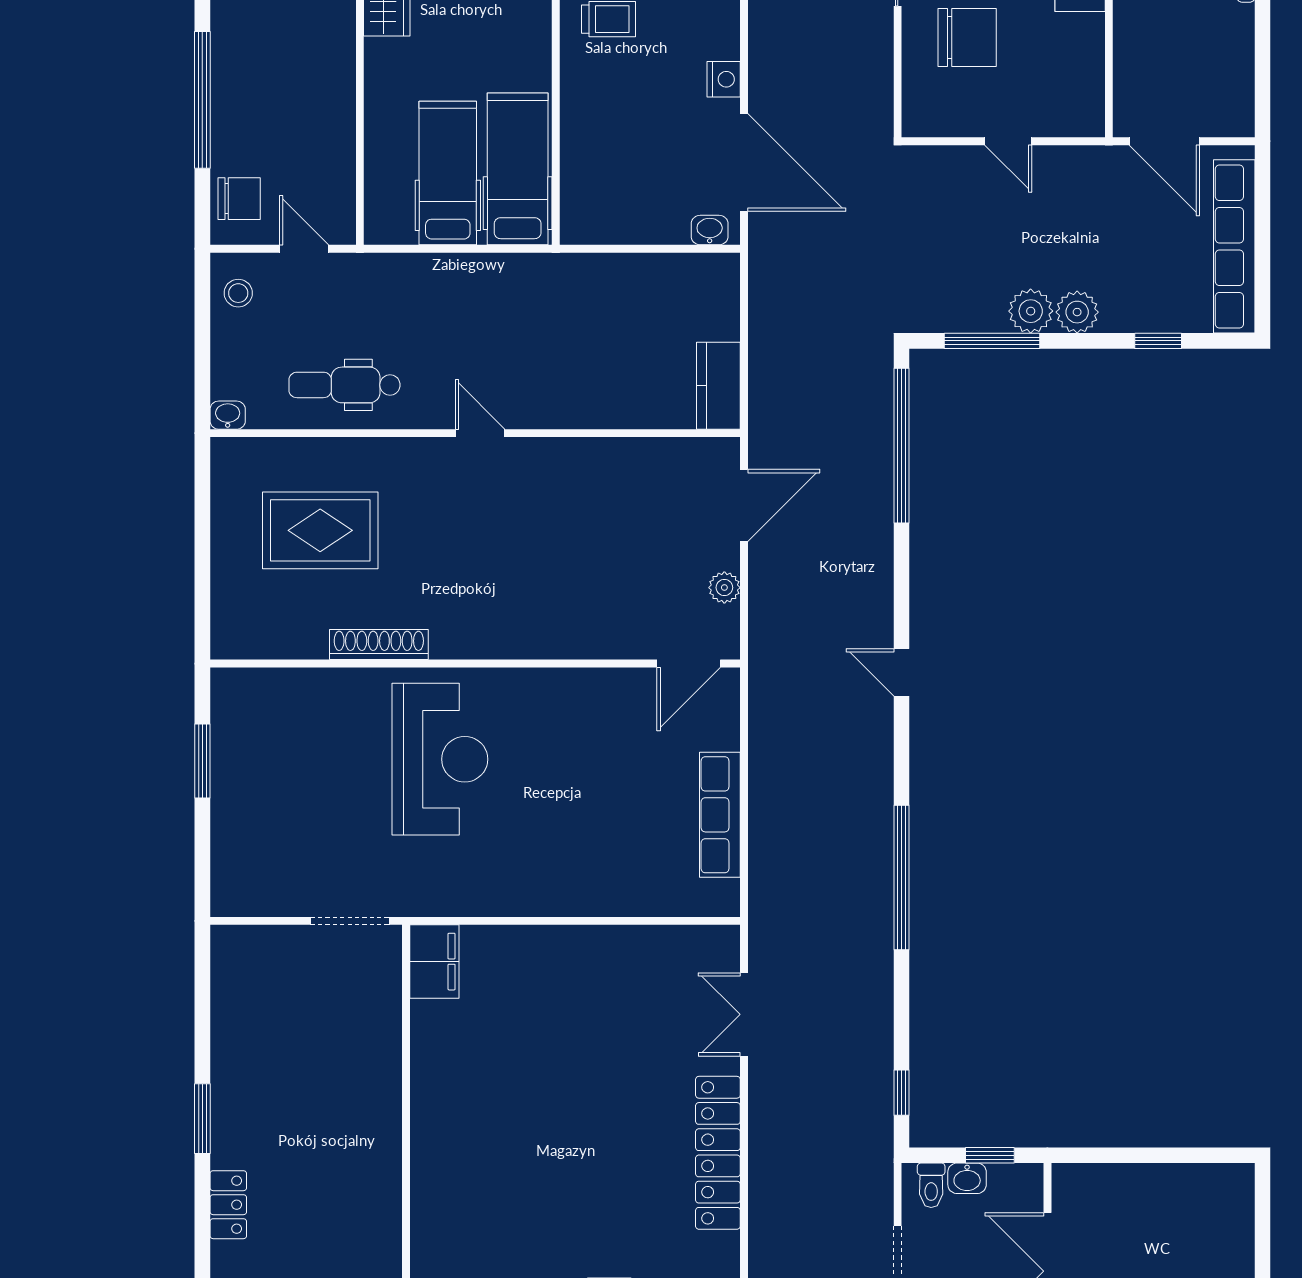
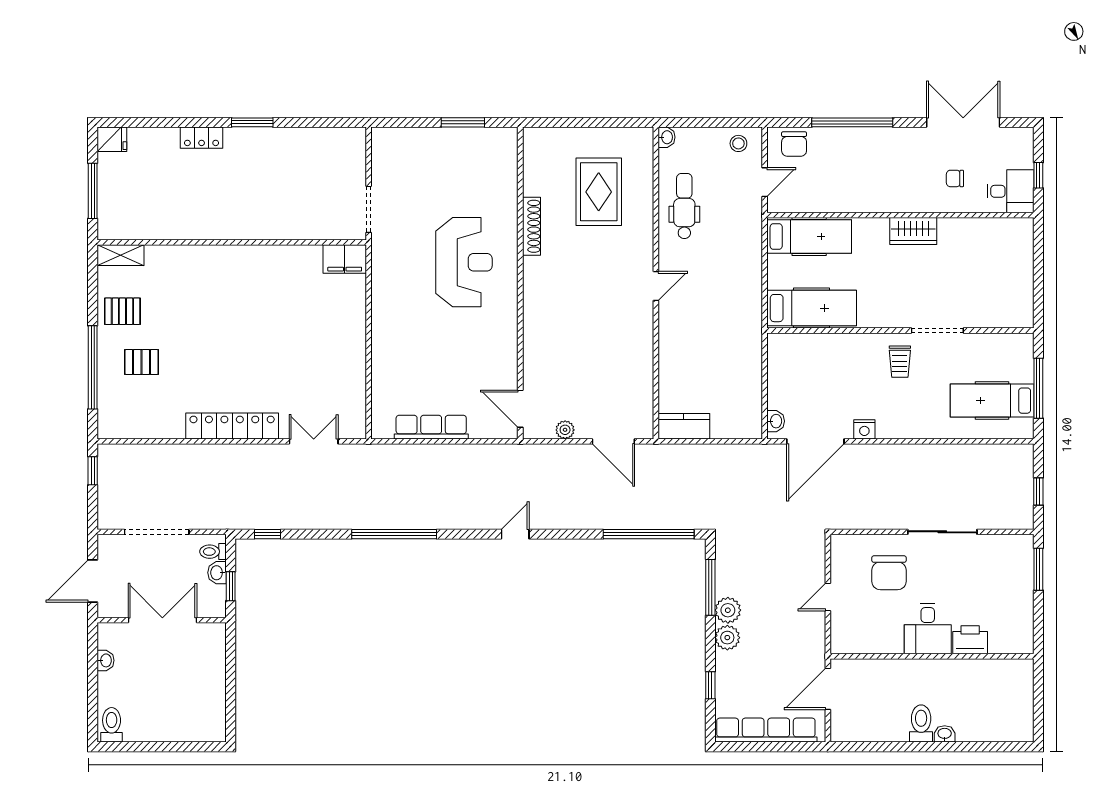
hospital bed: (448, 173) -> (809, 236), moved
reception desk: (440, 759) -> (464, 262), turned -90

